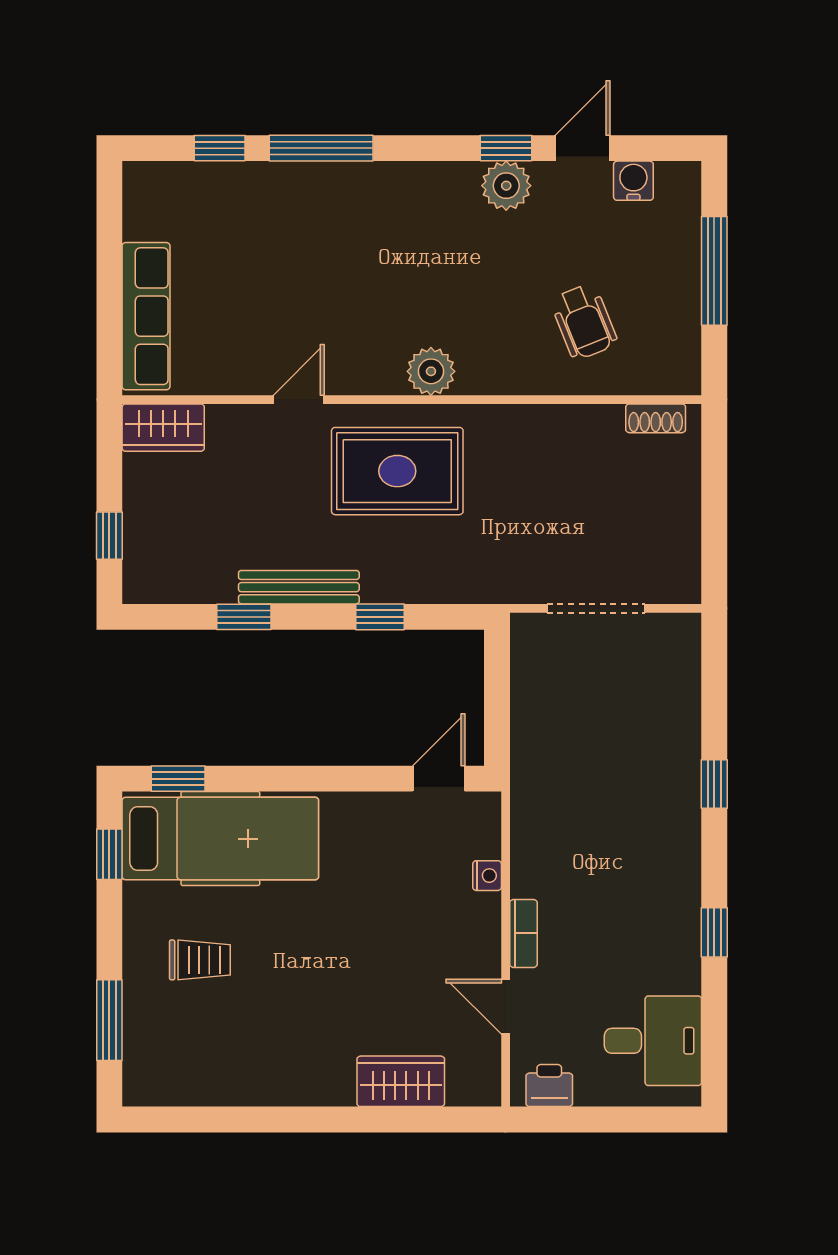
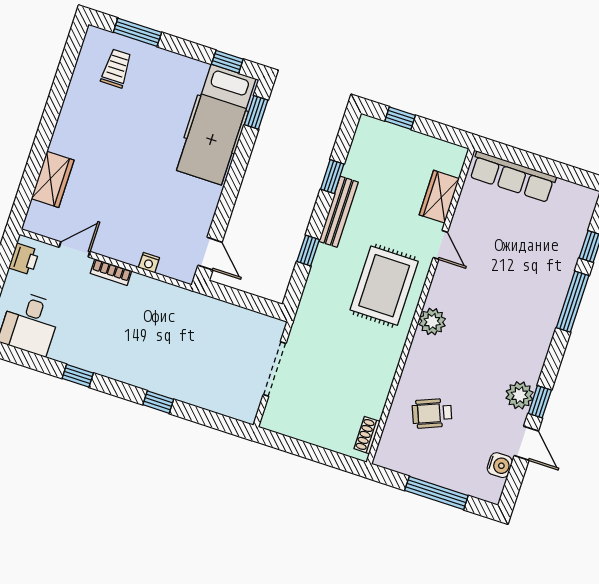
wardrobe: (163, 428) -> (439, 197), moved
trolley: (200, 960) -> (116, 68), moved, turned 180

